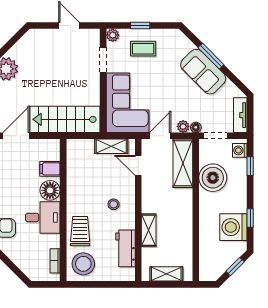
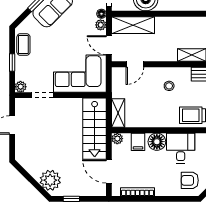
coffee table: (143, 49) -> (23, 45), moved
plant: (54, 145) -> (117, 139), added
shelving: (111, 146) -> (118, 113), moved

